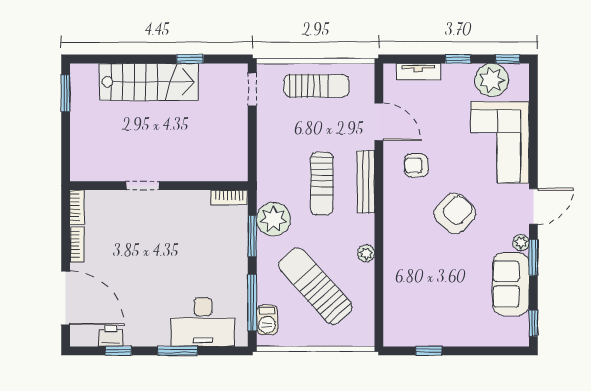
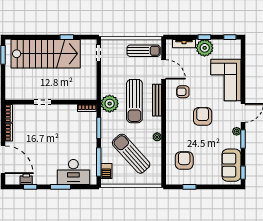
plant: (492, 80) -> (205, 48), moved
stairs: (149, 82) -> (46, 54), width x1.36, depth x1.51
sun lounger: (316, 86) -> (144, 51), moved
sun lounger: (322, 184) -> (134, 101), width x1.36, depth x1.34
armchair: (455, 213) -> (203, 116), turned -43
plant: (273, 219) -> (110, 104), moved
sofa: (511, 284) -> (231, 165), moved
armchair: (419, 299) -> (184, 161), added

